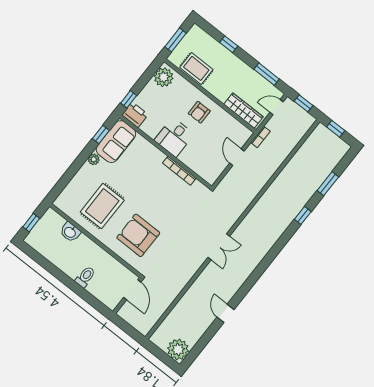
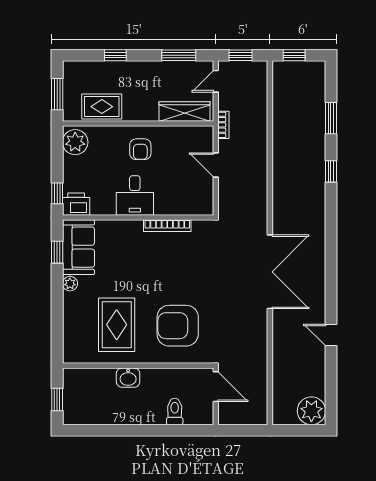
washbasin: (70, 232) -> (128, 378), moved
double door: (219, 247) -> (270, 272), width x1.87
toilet: (85, 277) -> (175, 411), moved

